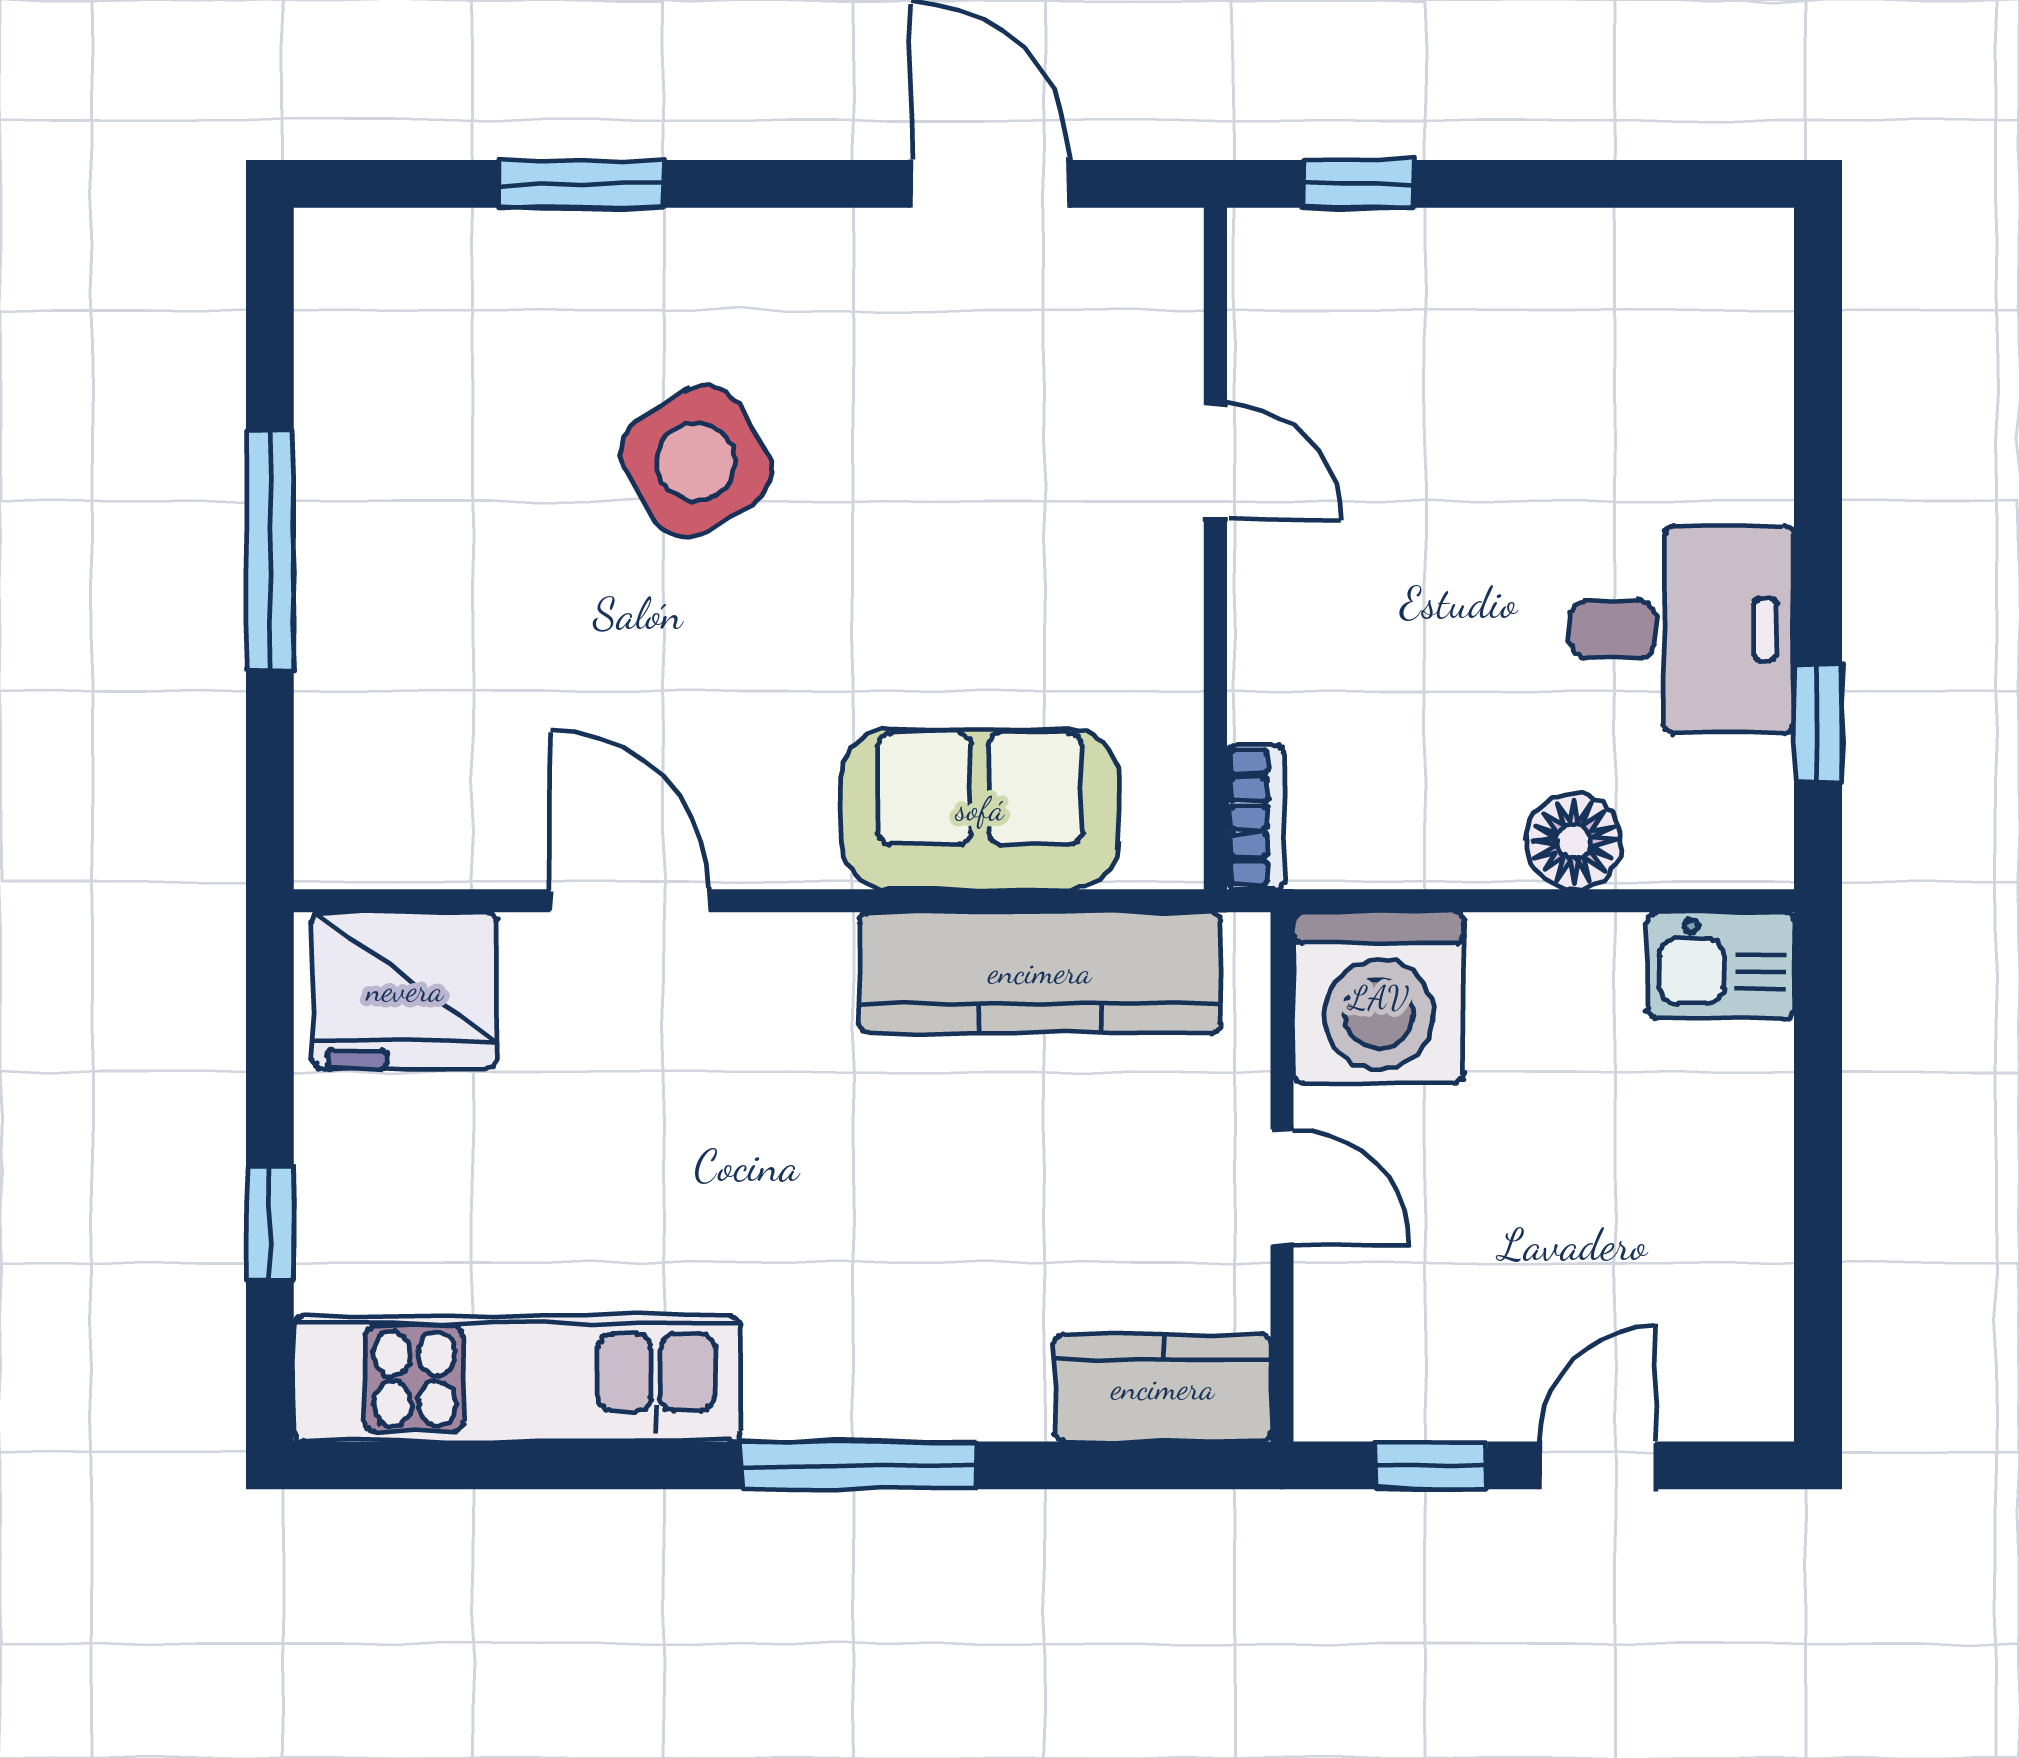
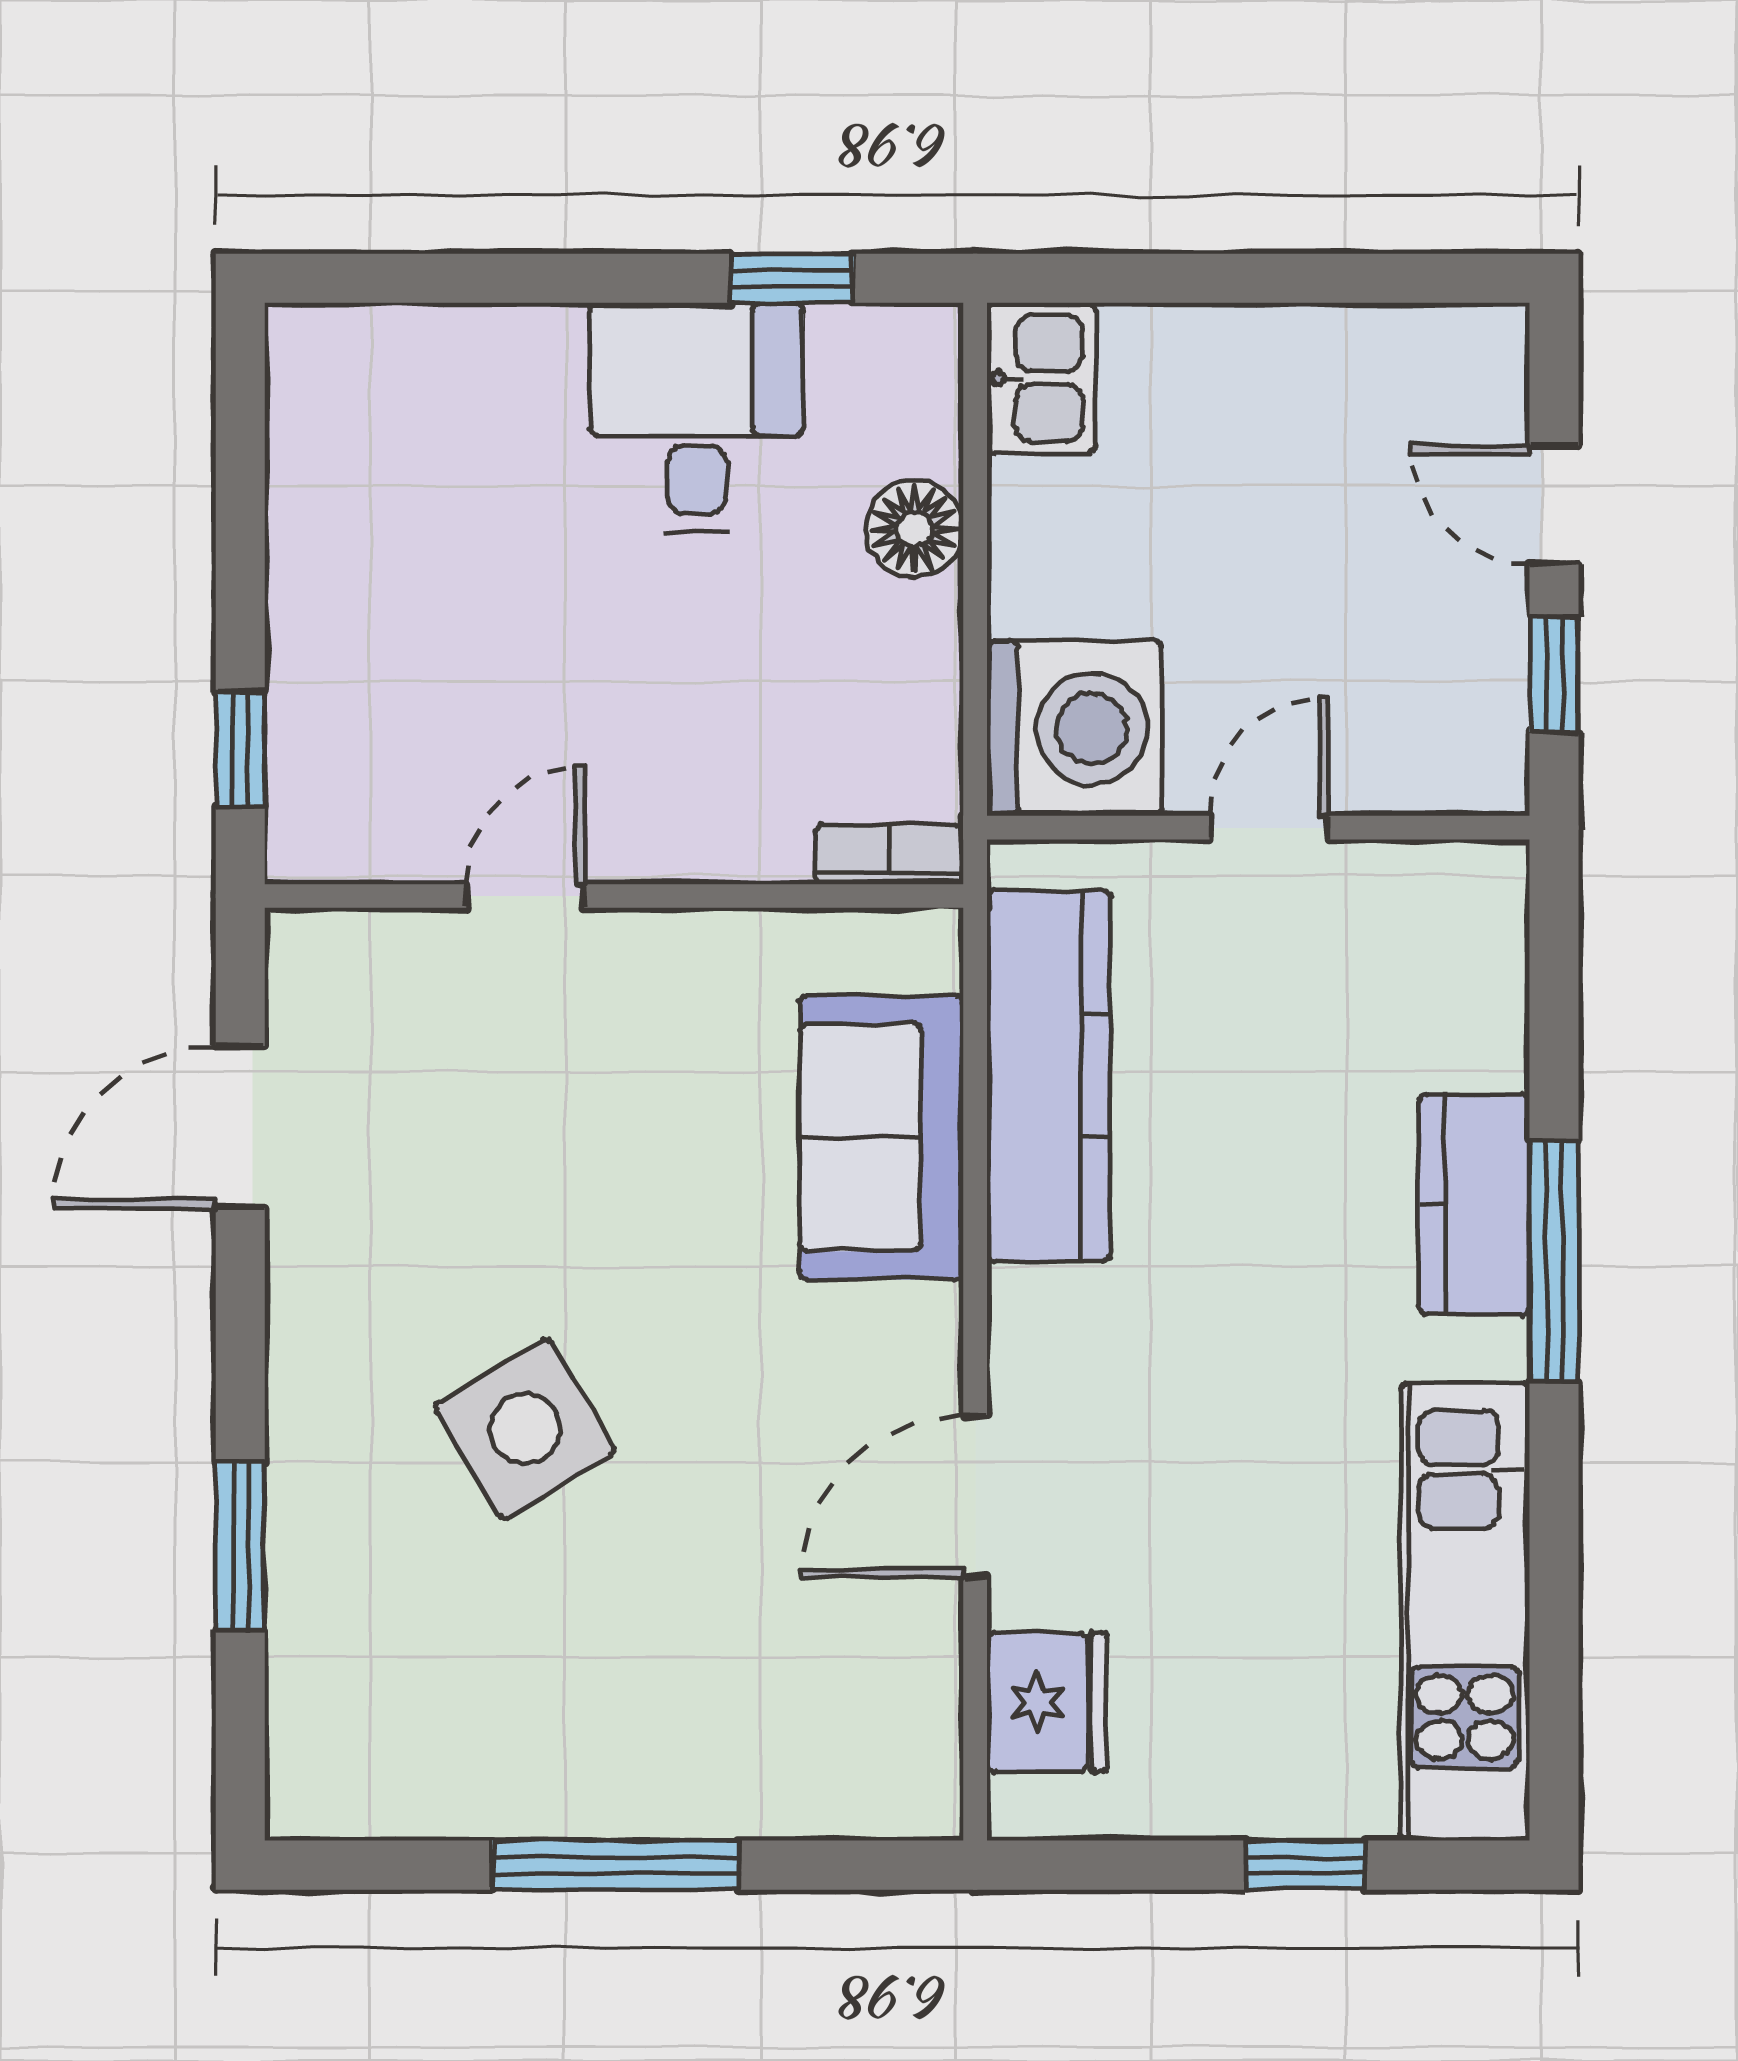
fridge: (405, 990) -> (1047, 1702), width x0.73, depth x0.75
kitchen counter: (1163, 1388) -> (1474, 1204), moved

